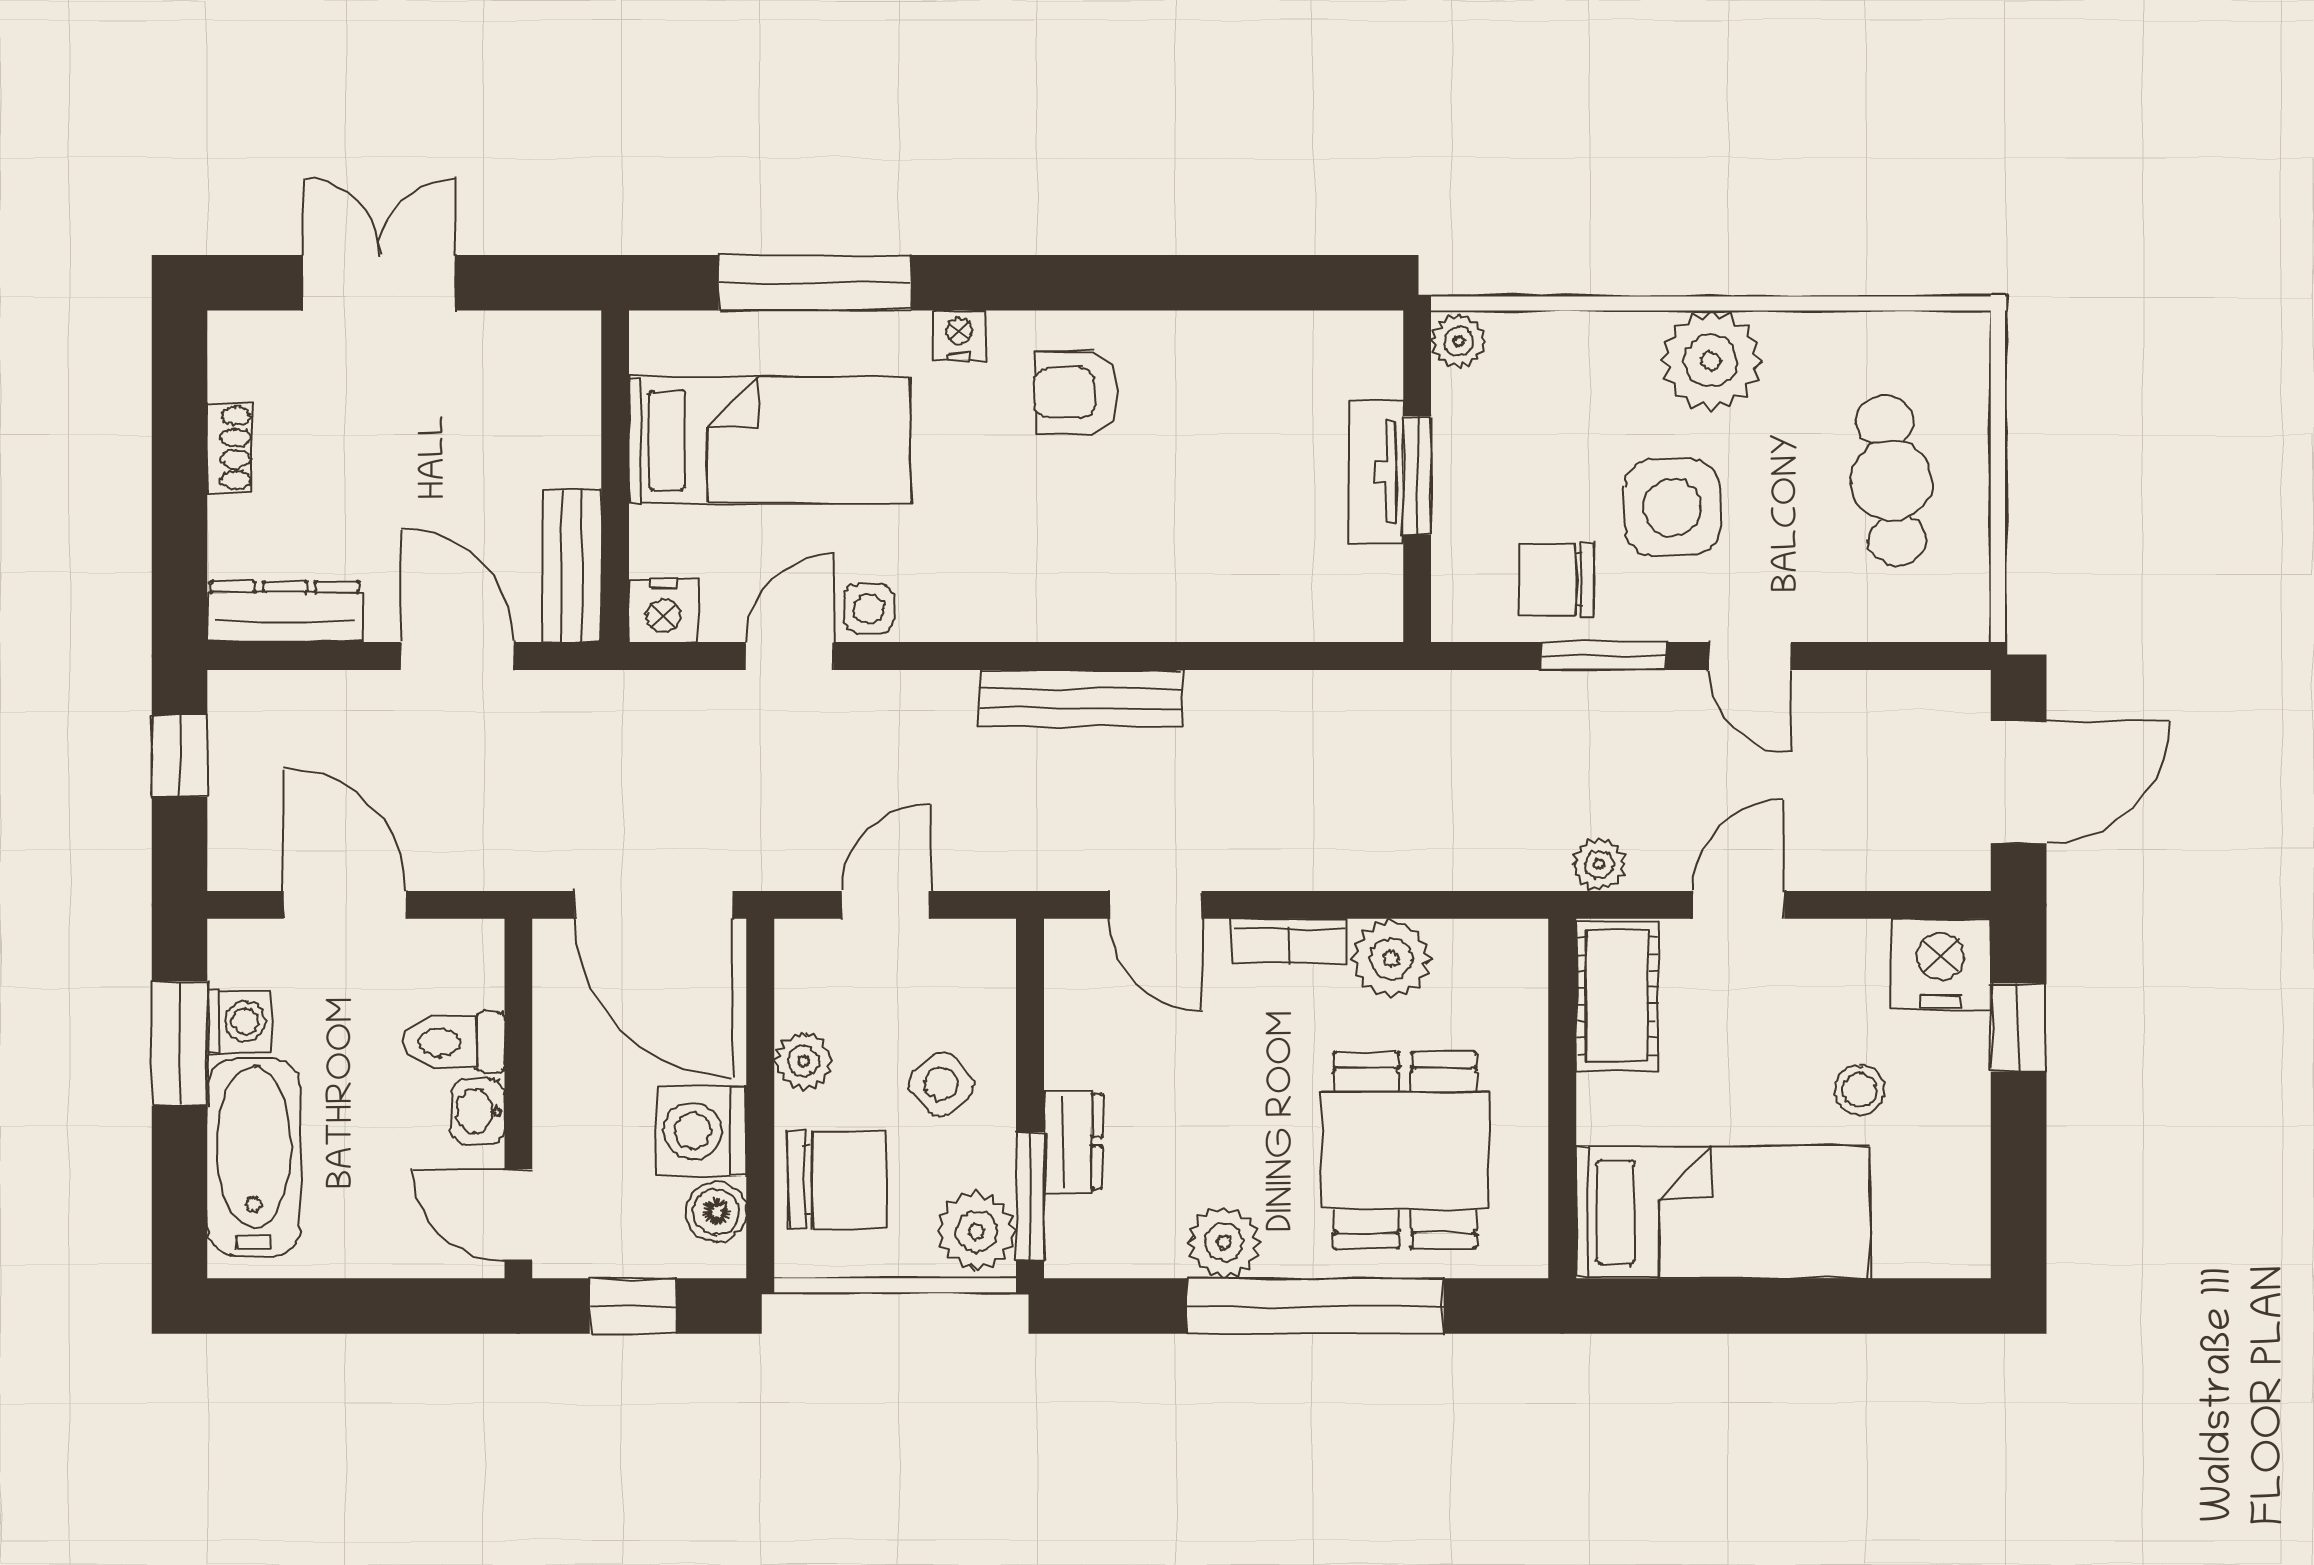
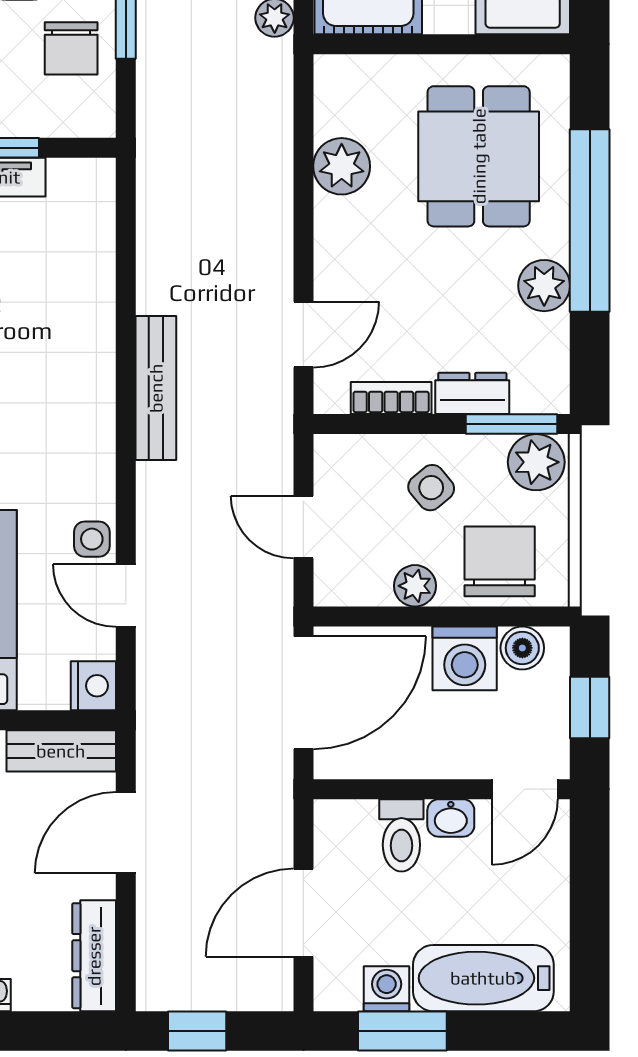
bookcase: (1289, 941) -> (391, 398), moved, turned -90
dining table: (1405, 1150) -> (479, 156), turned 90

